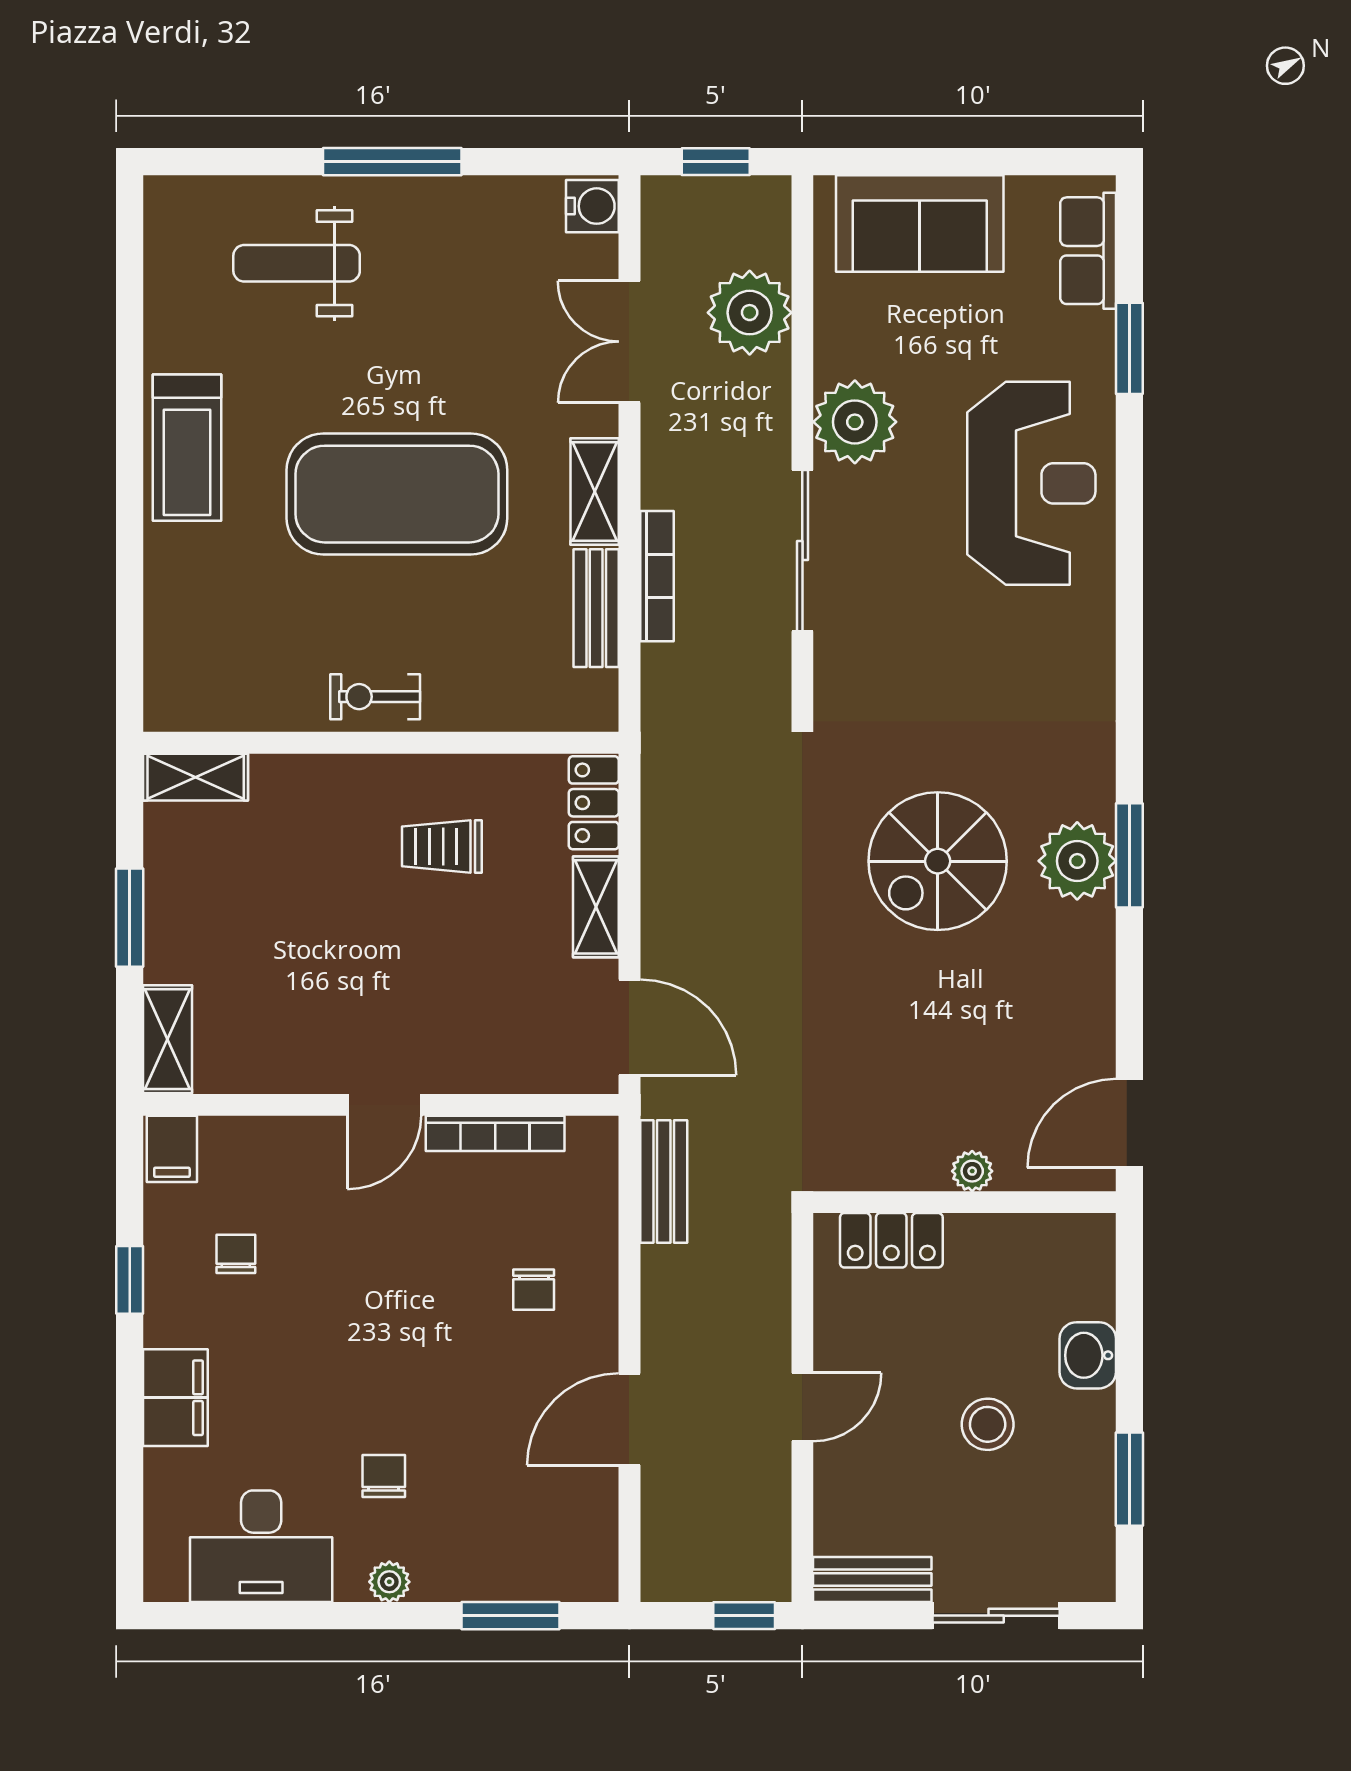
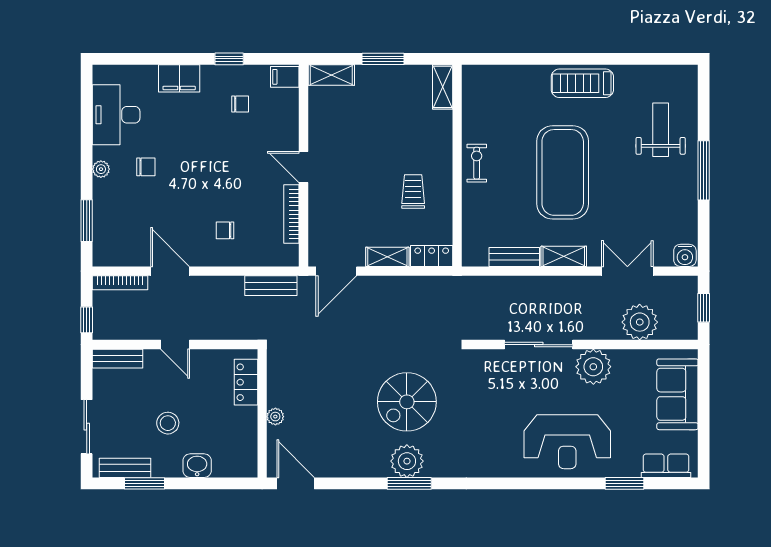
bookcase: (657, 576) -> (120, 283), moved
spiral stairs: (938, 861) -> (407, 402), turned -90
bench: (1093, 1525) -> (125, 468), added
bench: (872, 1579) -> (117, 359), moved, turned 90

